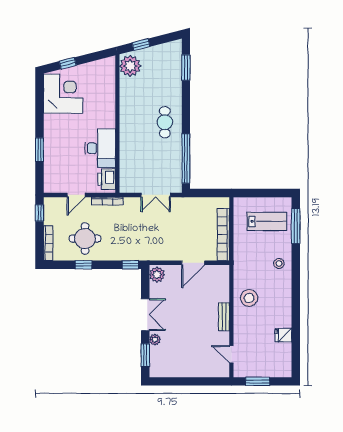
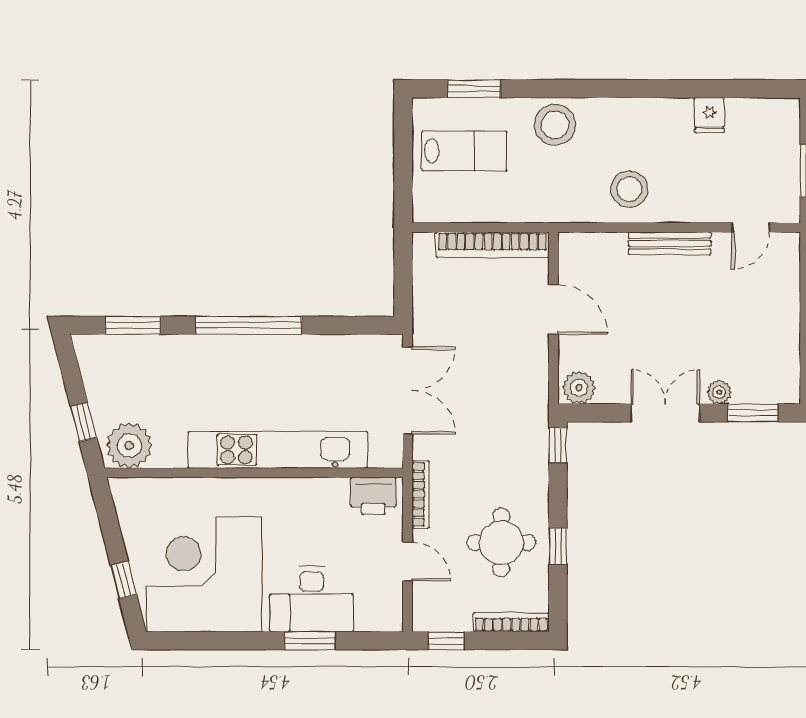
corner desk: (63, 94) -> (204, 574), width x1.36, depth x1.36
cafe table: (165, 122) -> (251, 371), removed
kitchen unit: (128, 135) -> (278, 450), added
desk: (100, 148) -> (312, 599), moved, turned 180
window: (186, 158) -> (249, 325), moved
double door: (156, 195) -> (407, 391), width x1.37
lab bench: (267, 221) -> (464, 151), turned 90
window: (296, 226) -> (474, 89), width x0.69
stool: (279, 263) -> (555, 125), width x1.89, depth x1.89
bench: (224, 317) -> (670, 243), width x1.36

